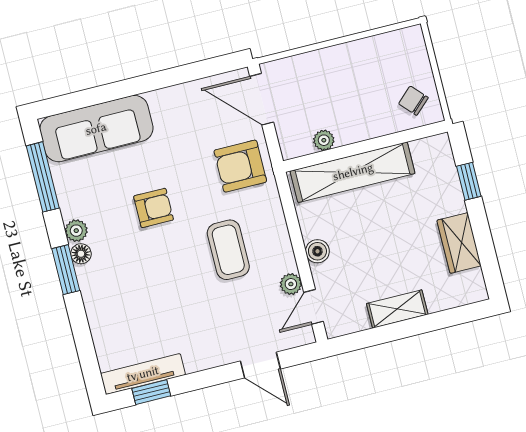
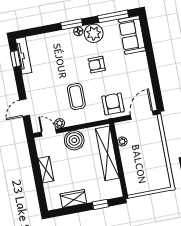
chair: (413, 101) -> (137, 182), removed
sofa: (96, 129) -> (132, 35), width x0.73
armchair: (154, 208) -> (97, 65), turned 90
plant: (76, 231) -> (94, 33), width x1.88, depth x1.88
coffee table: (228, 250) -> (76, 97), turned 90
boiler: (317, 251) -> (74, 140), width x1.86, depth x1.86

